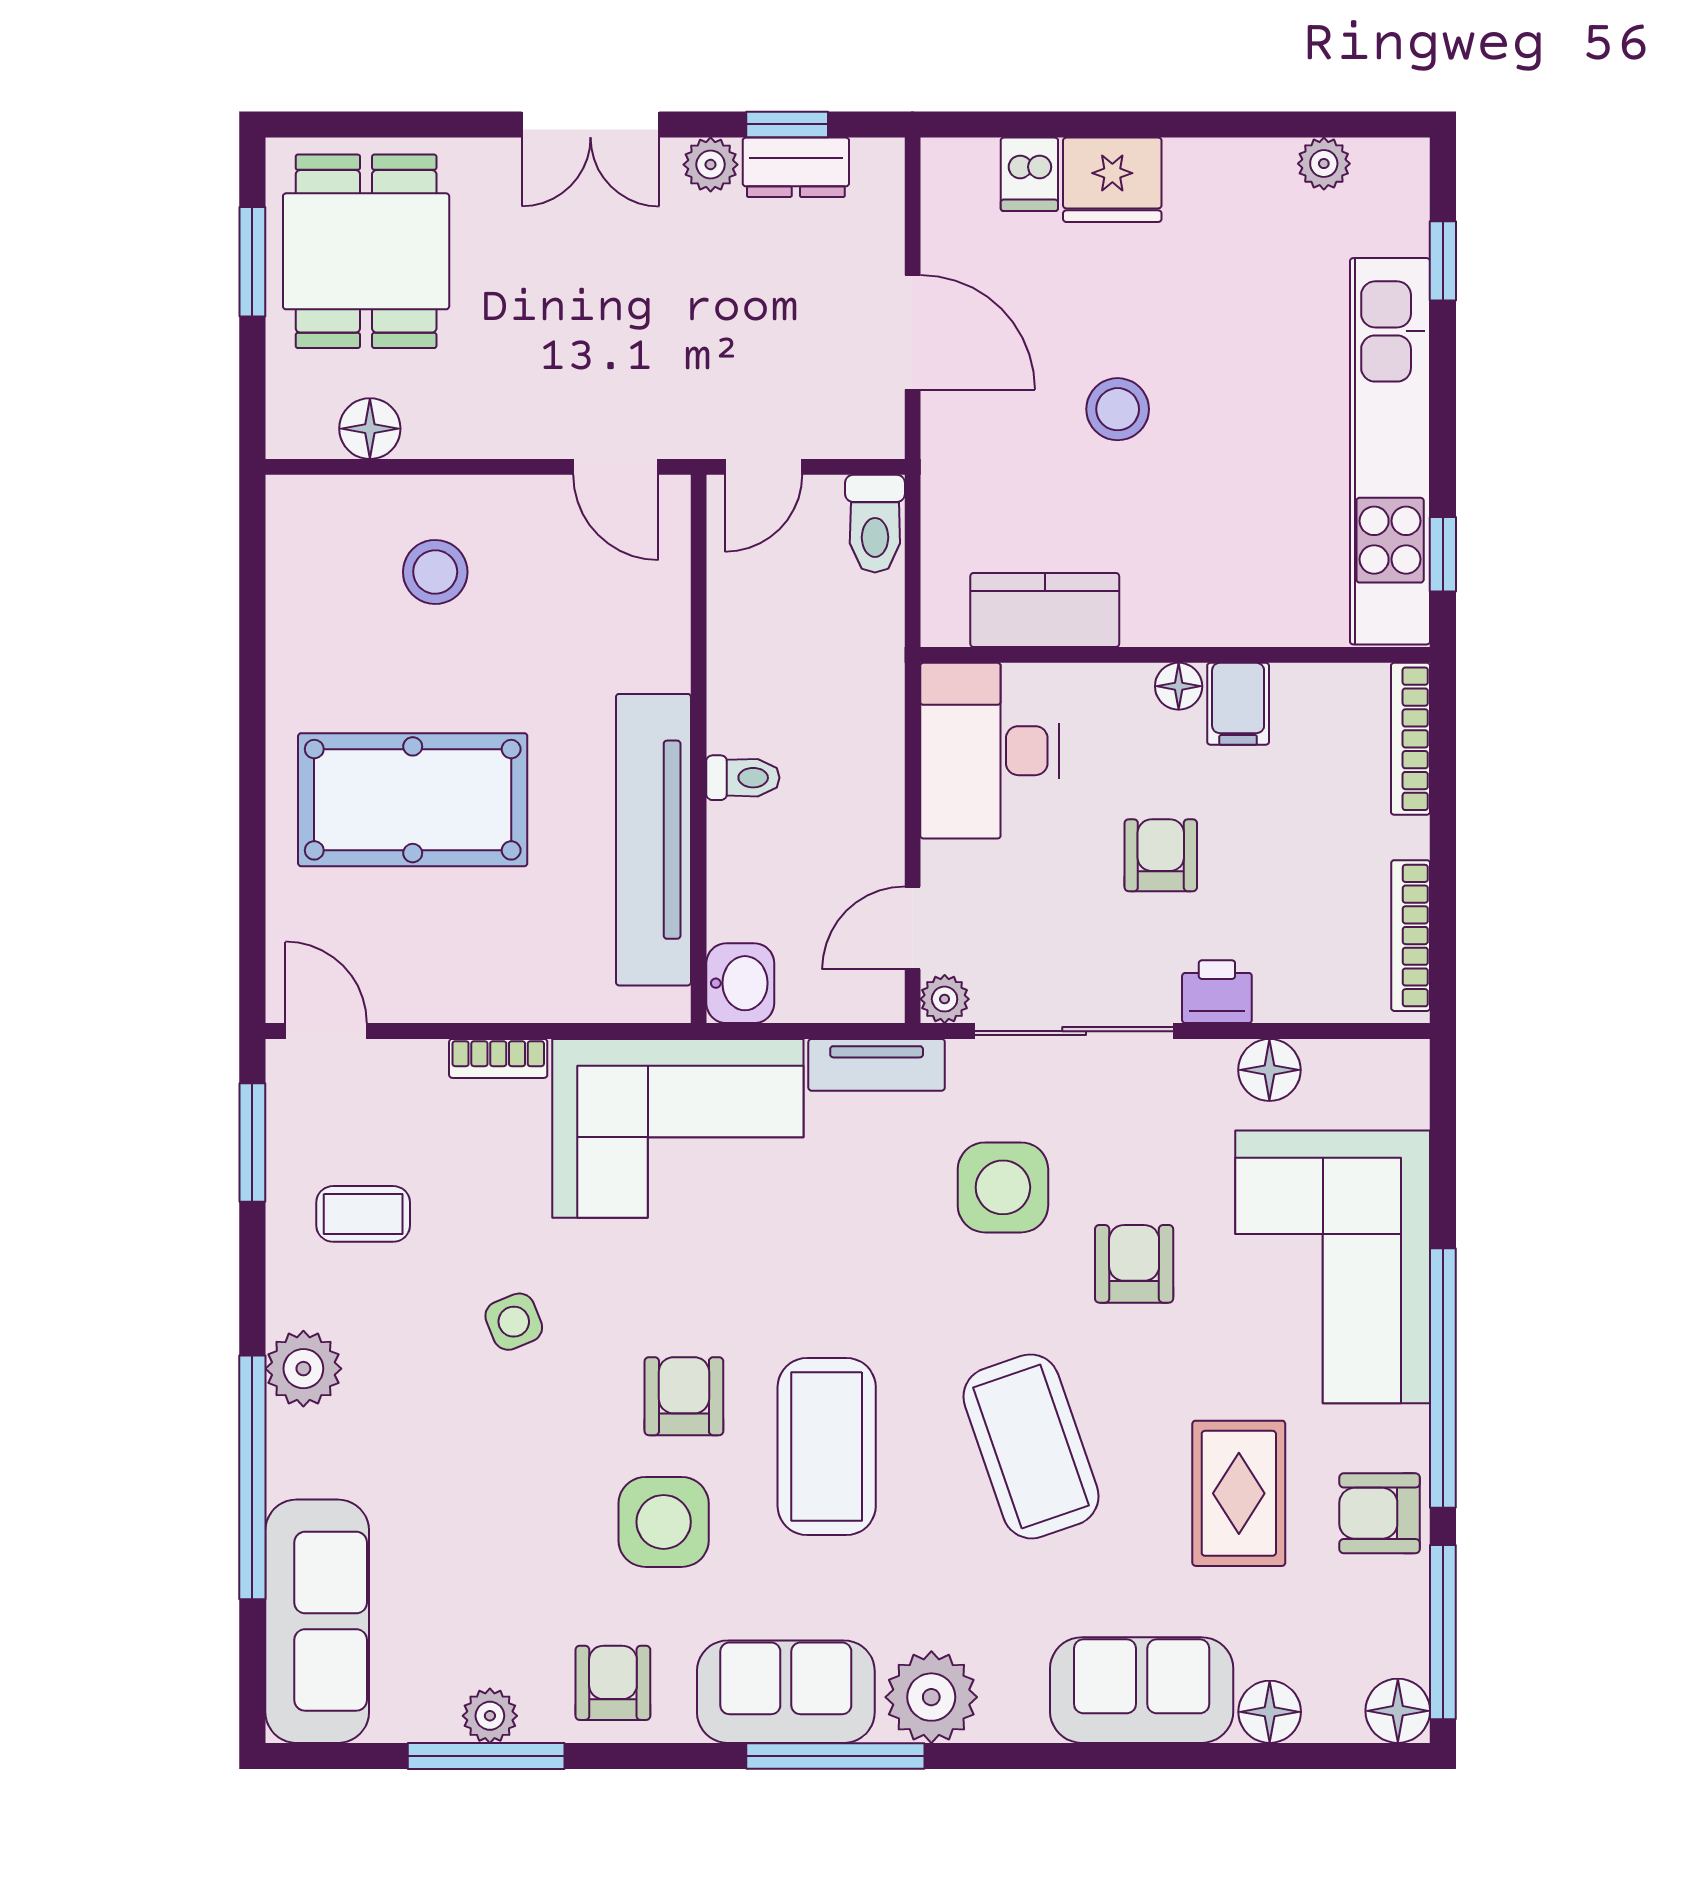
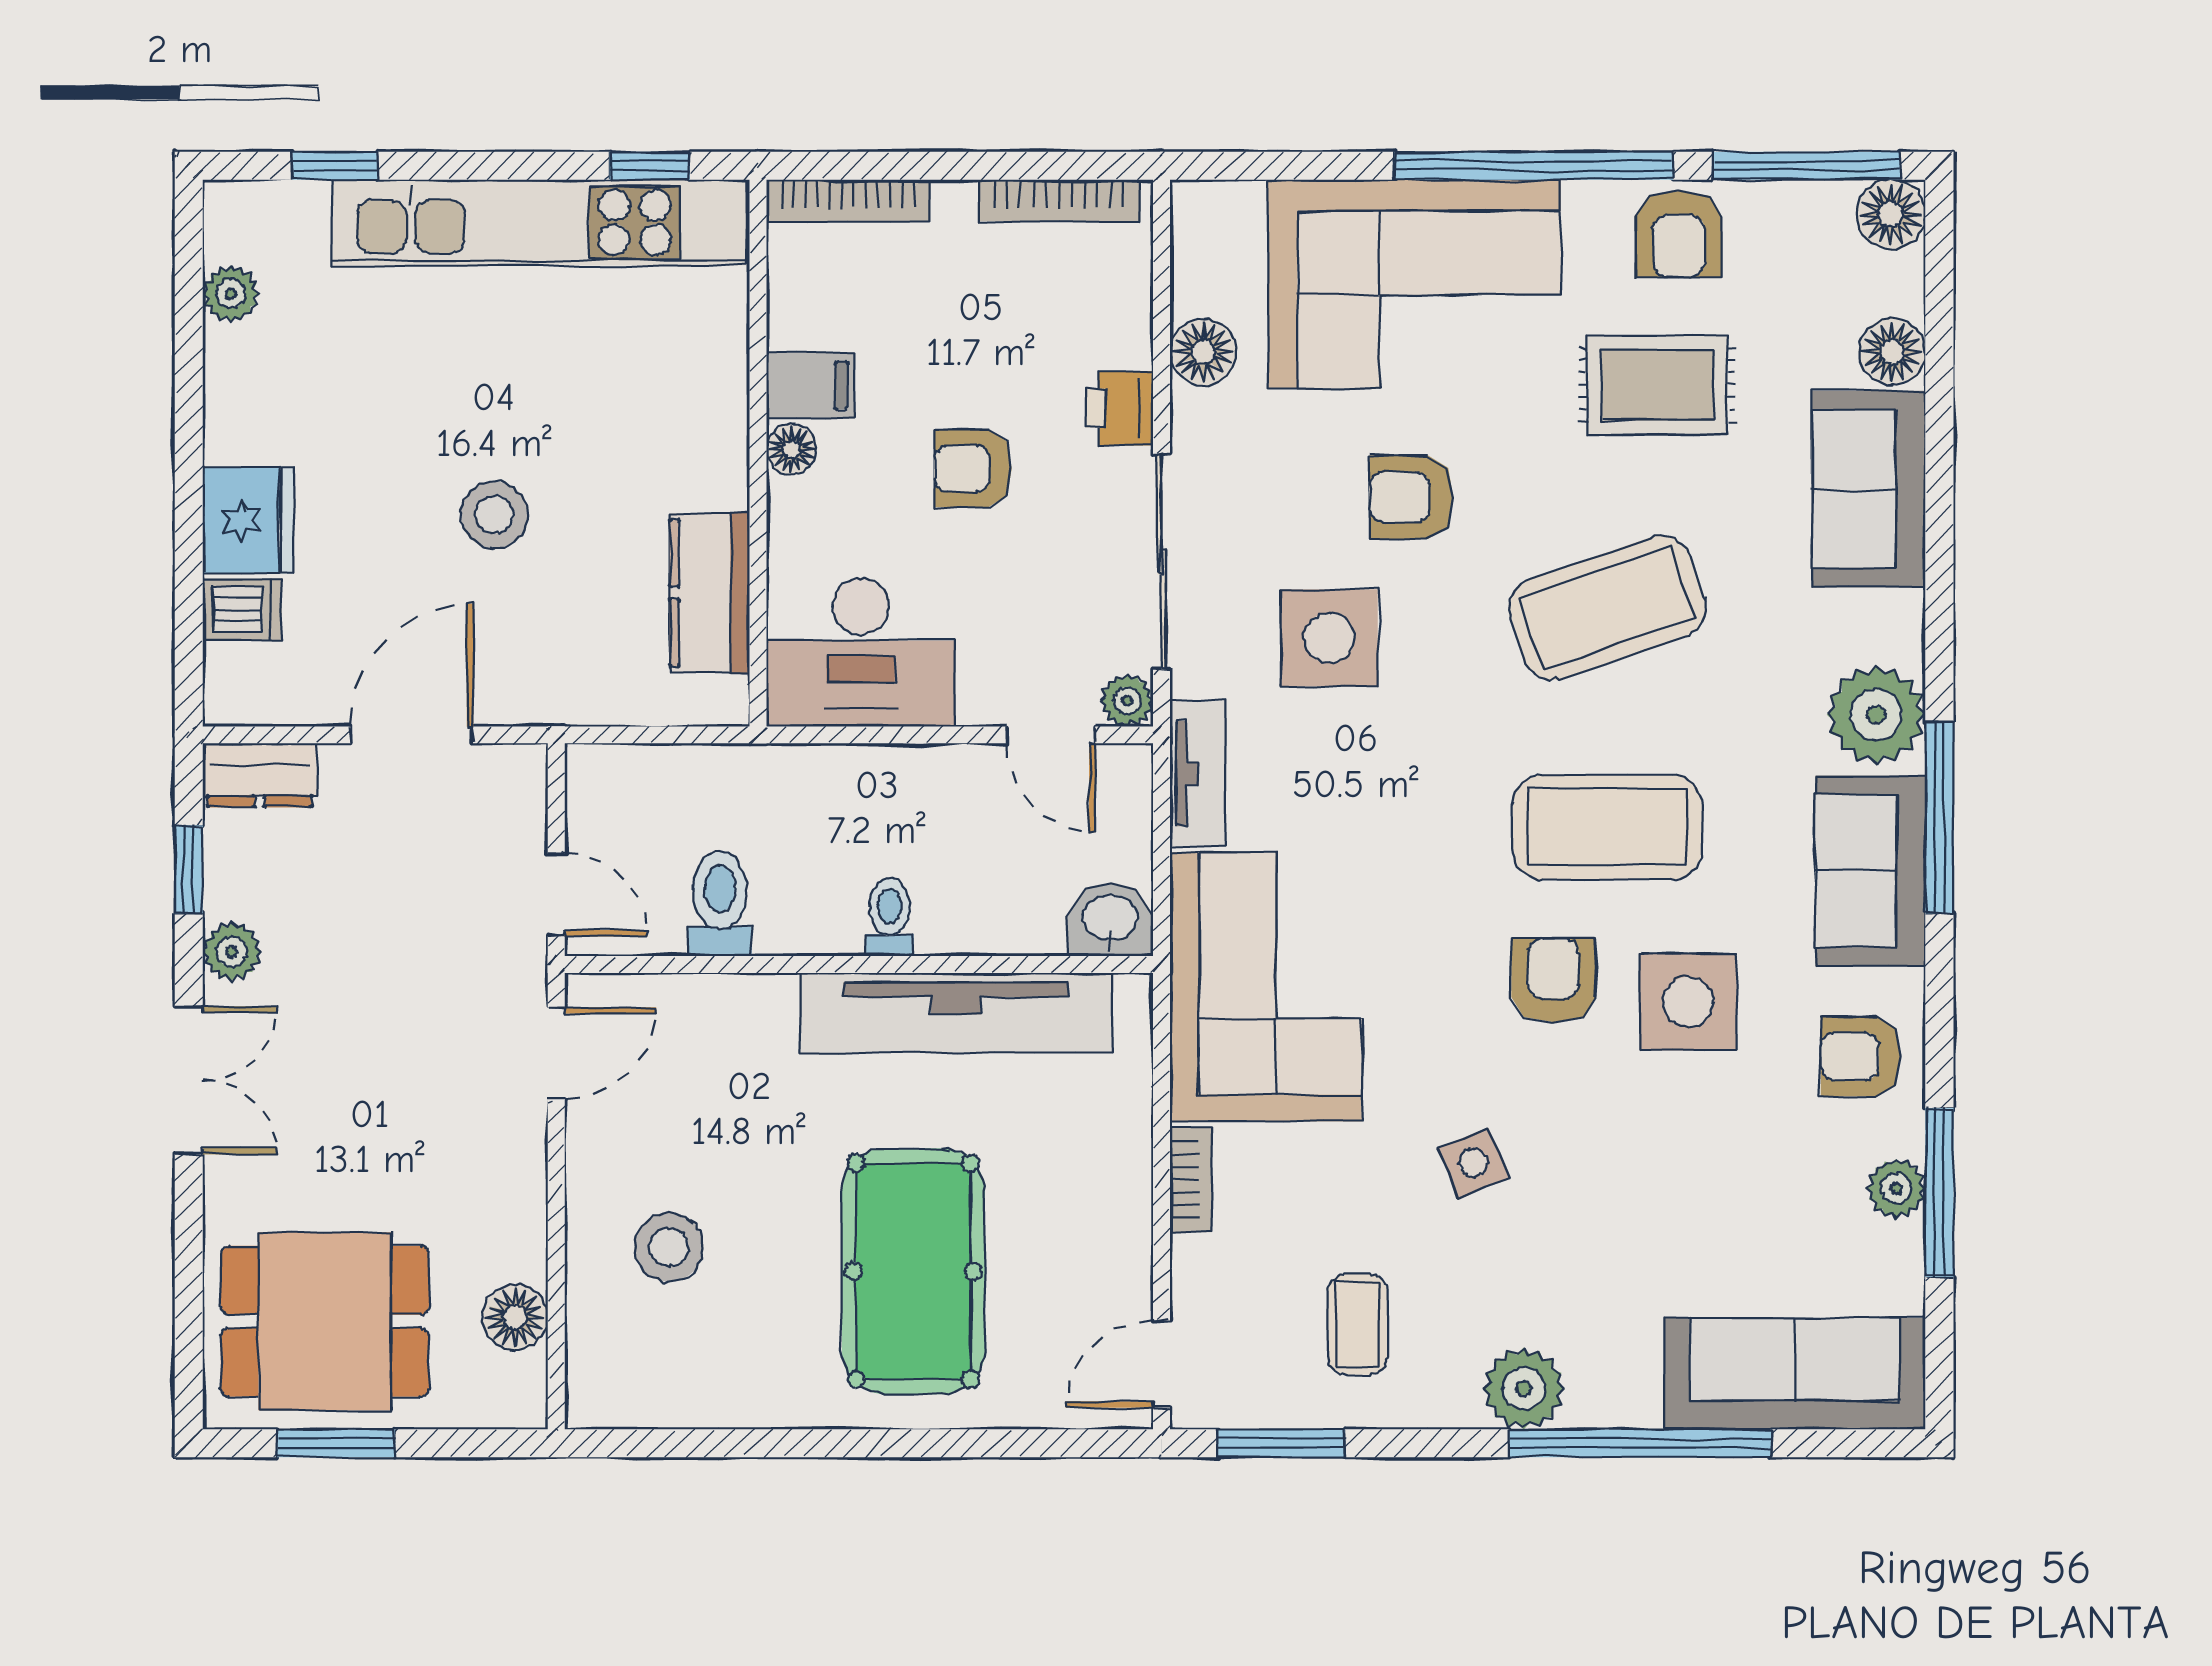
dresser: (796, 167) -> (260, 775), moved, turned 90
toilet: (875, 524) -> (720, 904), moved, turned -90
armchair: (684, 1396) -> (1553, 980), turned 90

